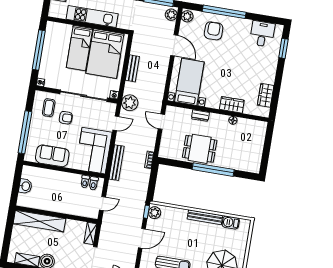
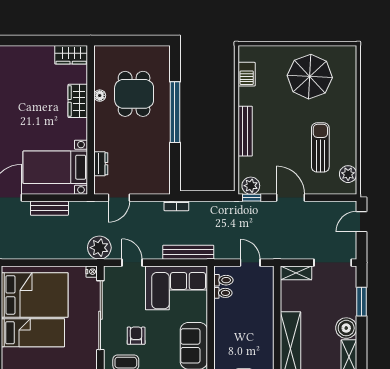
bench: (132, 68) -> (49, 208), moved
wardrobe: (266, 95) -> (71, 55), moved
dresser: (200, 116) -> (101, 164), moved
dining table: (200, 149) -> (134, 94), moved
bench: (205, 217) -> (245, 131), moved

